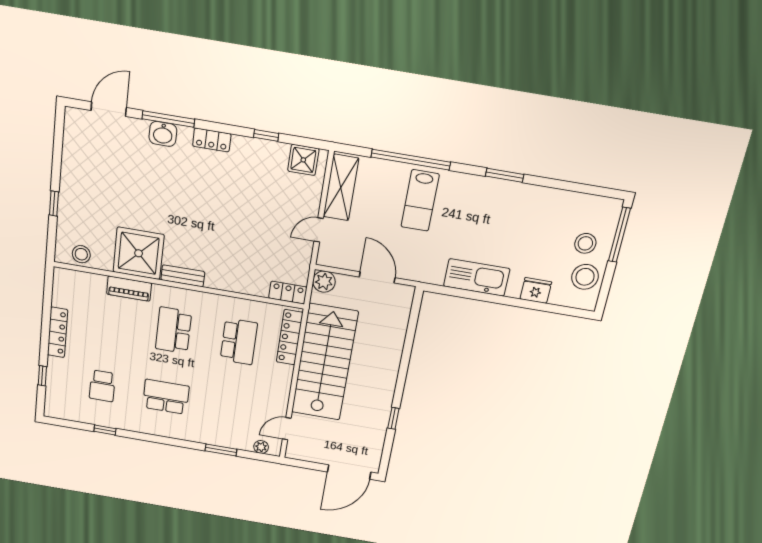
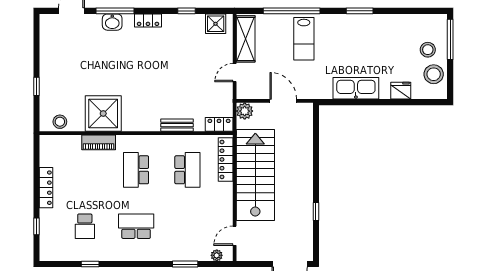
bench: (183, 276) -> (177, 125), moved

